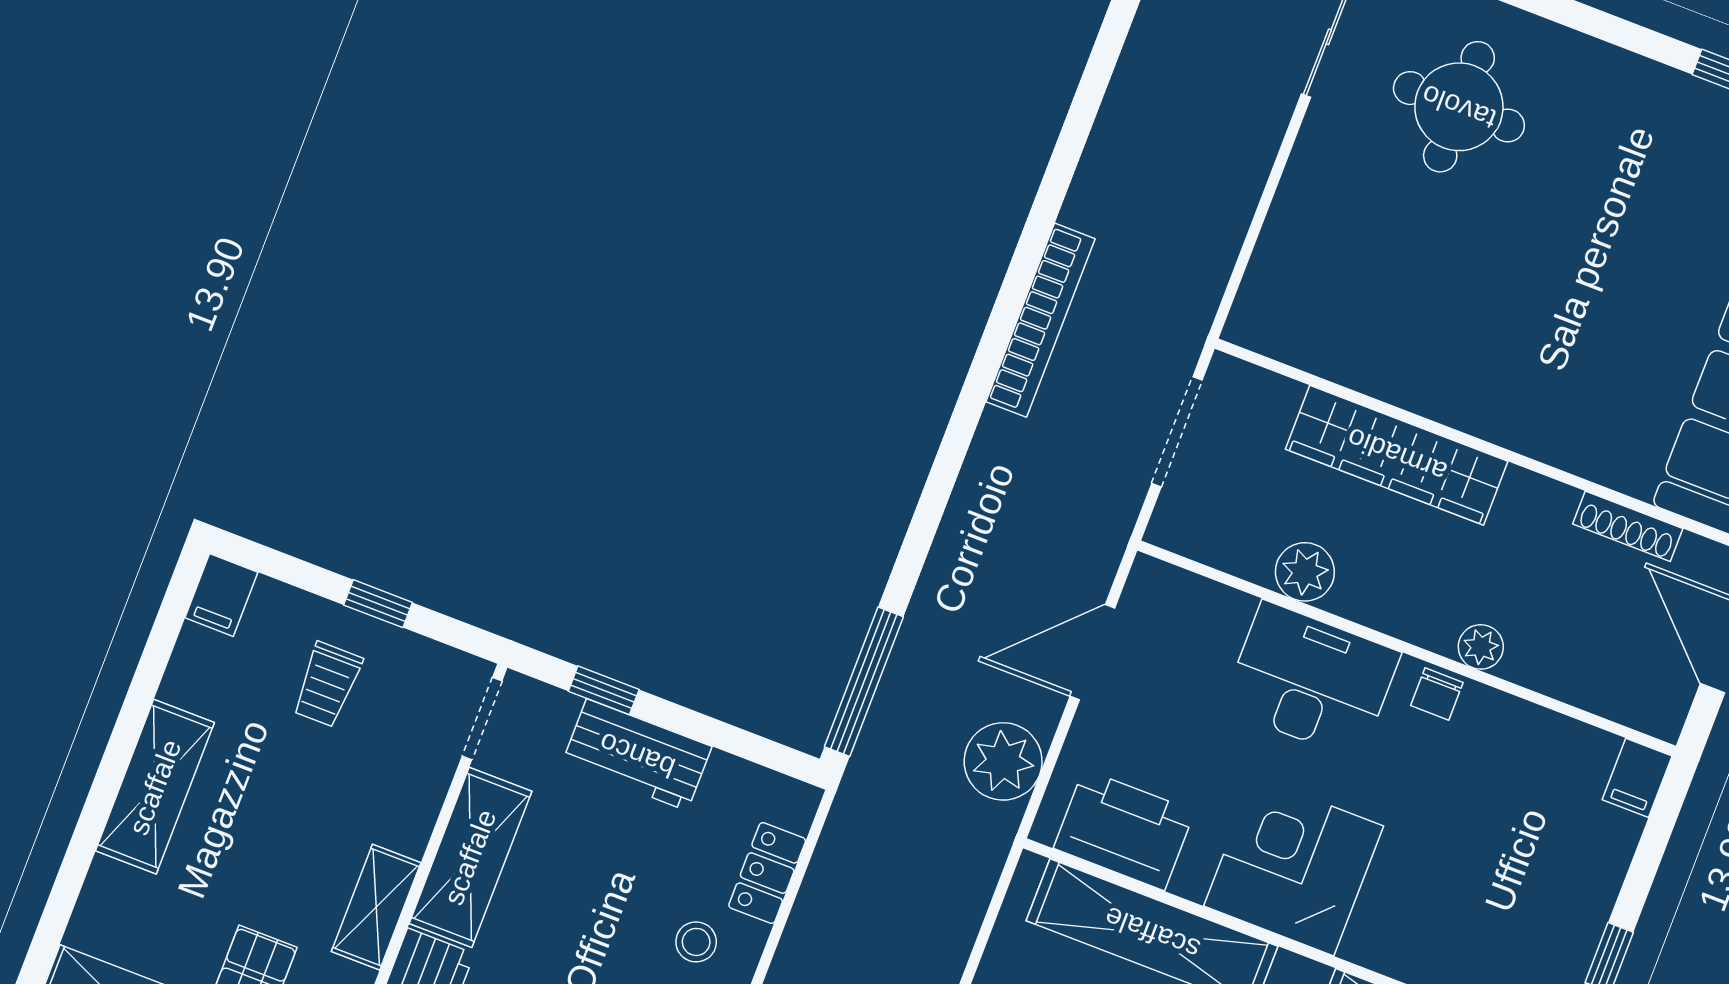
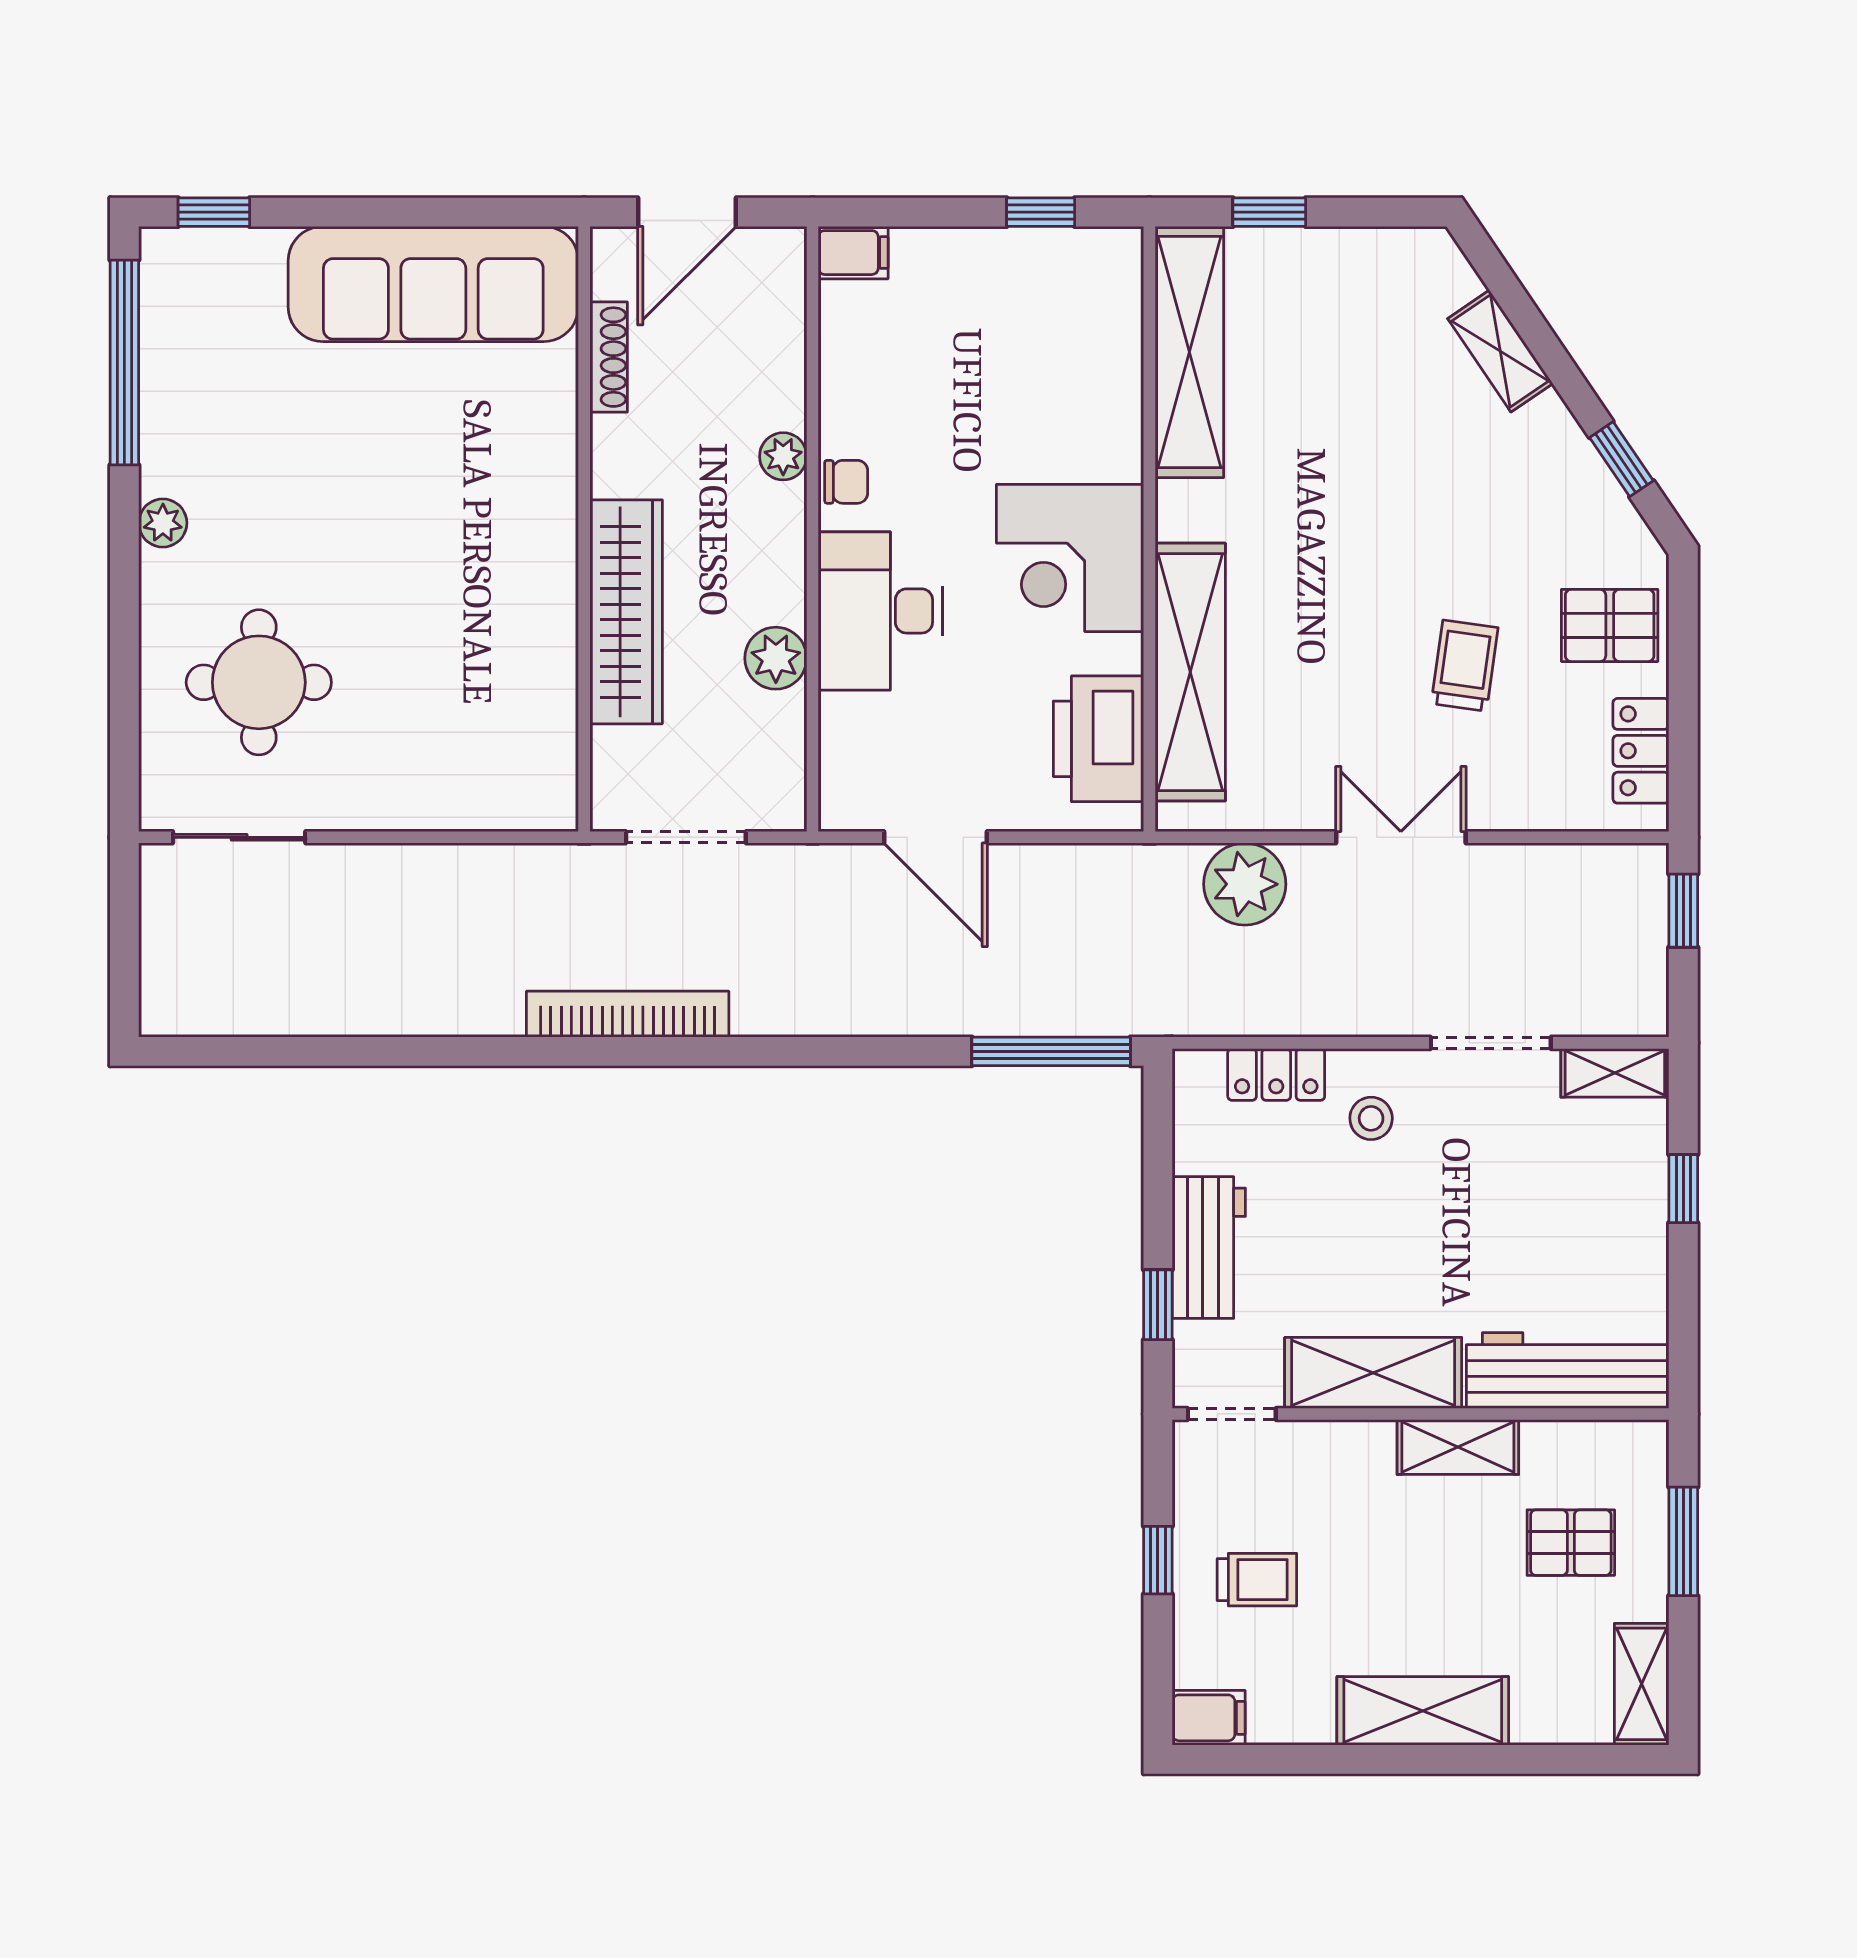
plant: (1632, 76) -> (163, 523), added
plant: (1003, 761) -> (1245, 884), moved

